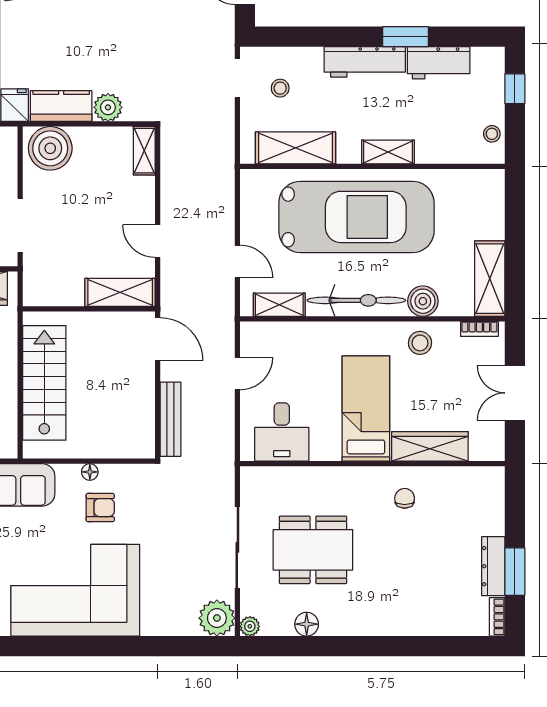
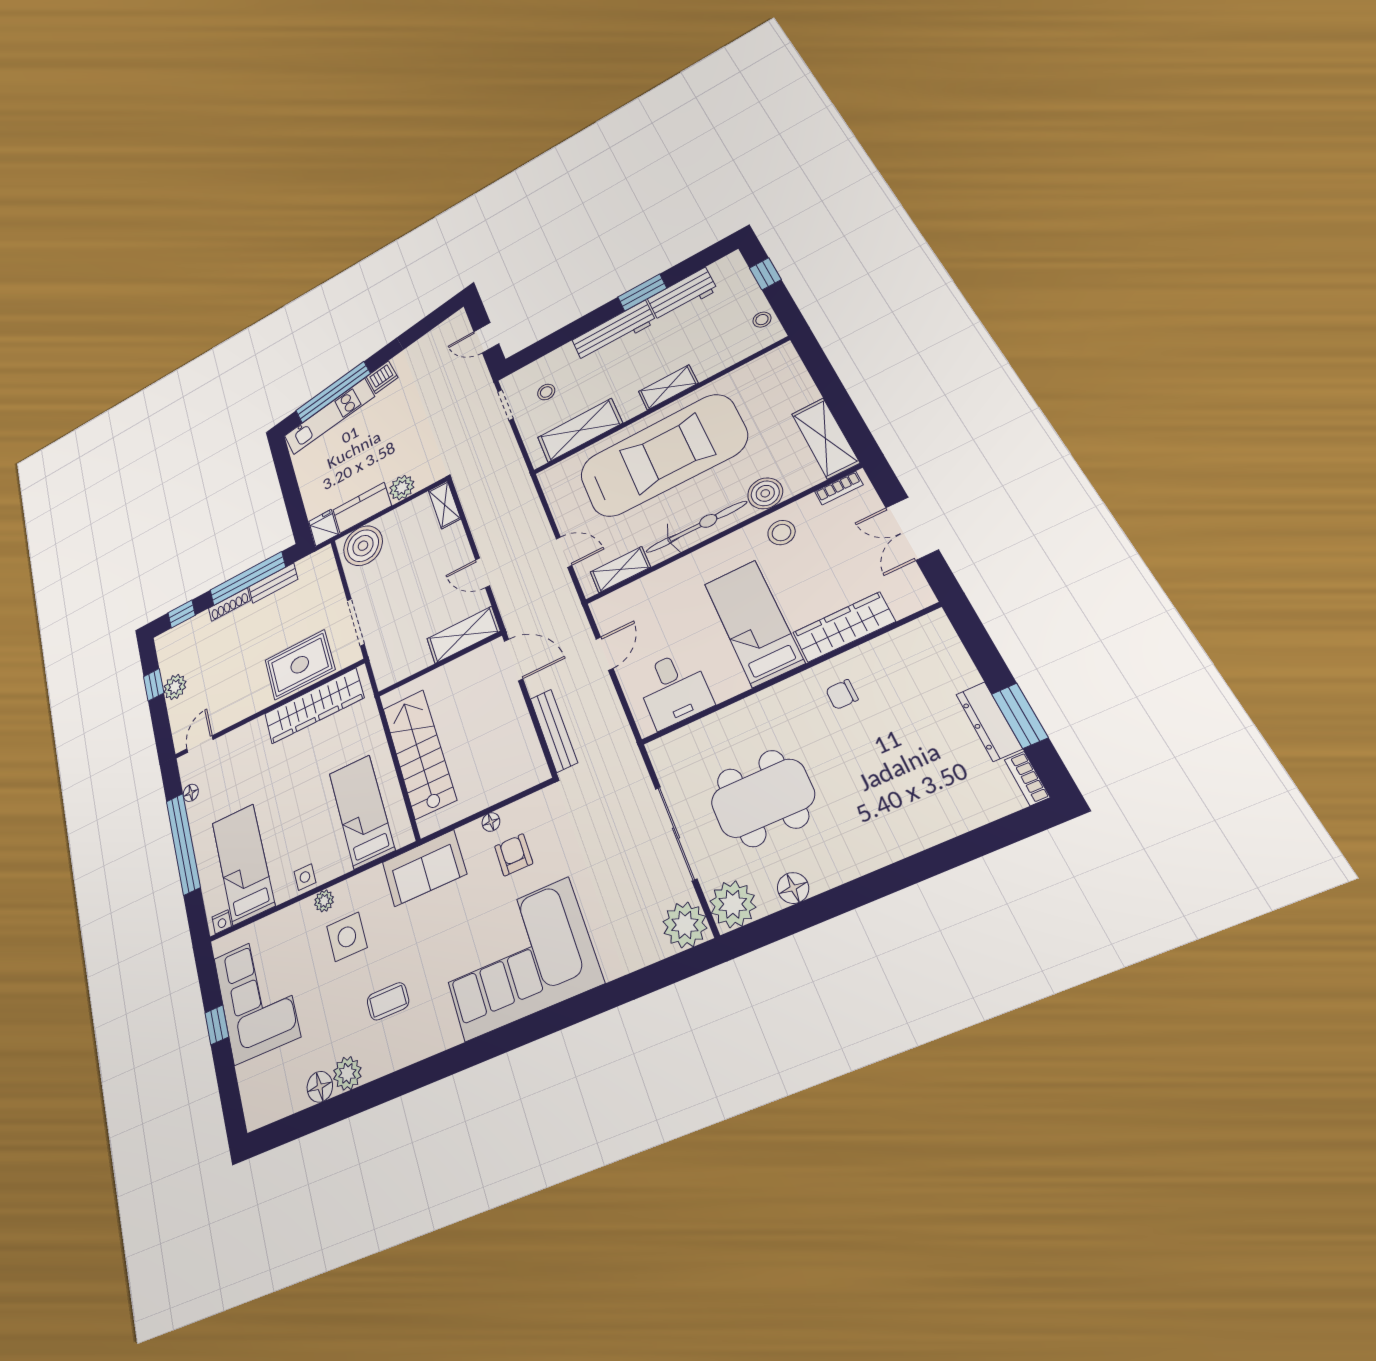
chair: (405, 498) -> (842, 694), turned -90
armchair: (100, 508) -> (514, 855), turned -90
plant: (250, 626) -> (733, 904), width x1.88, depth x1.88

